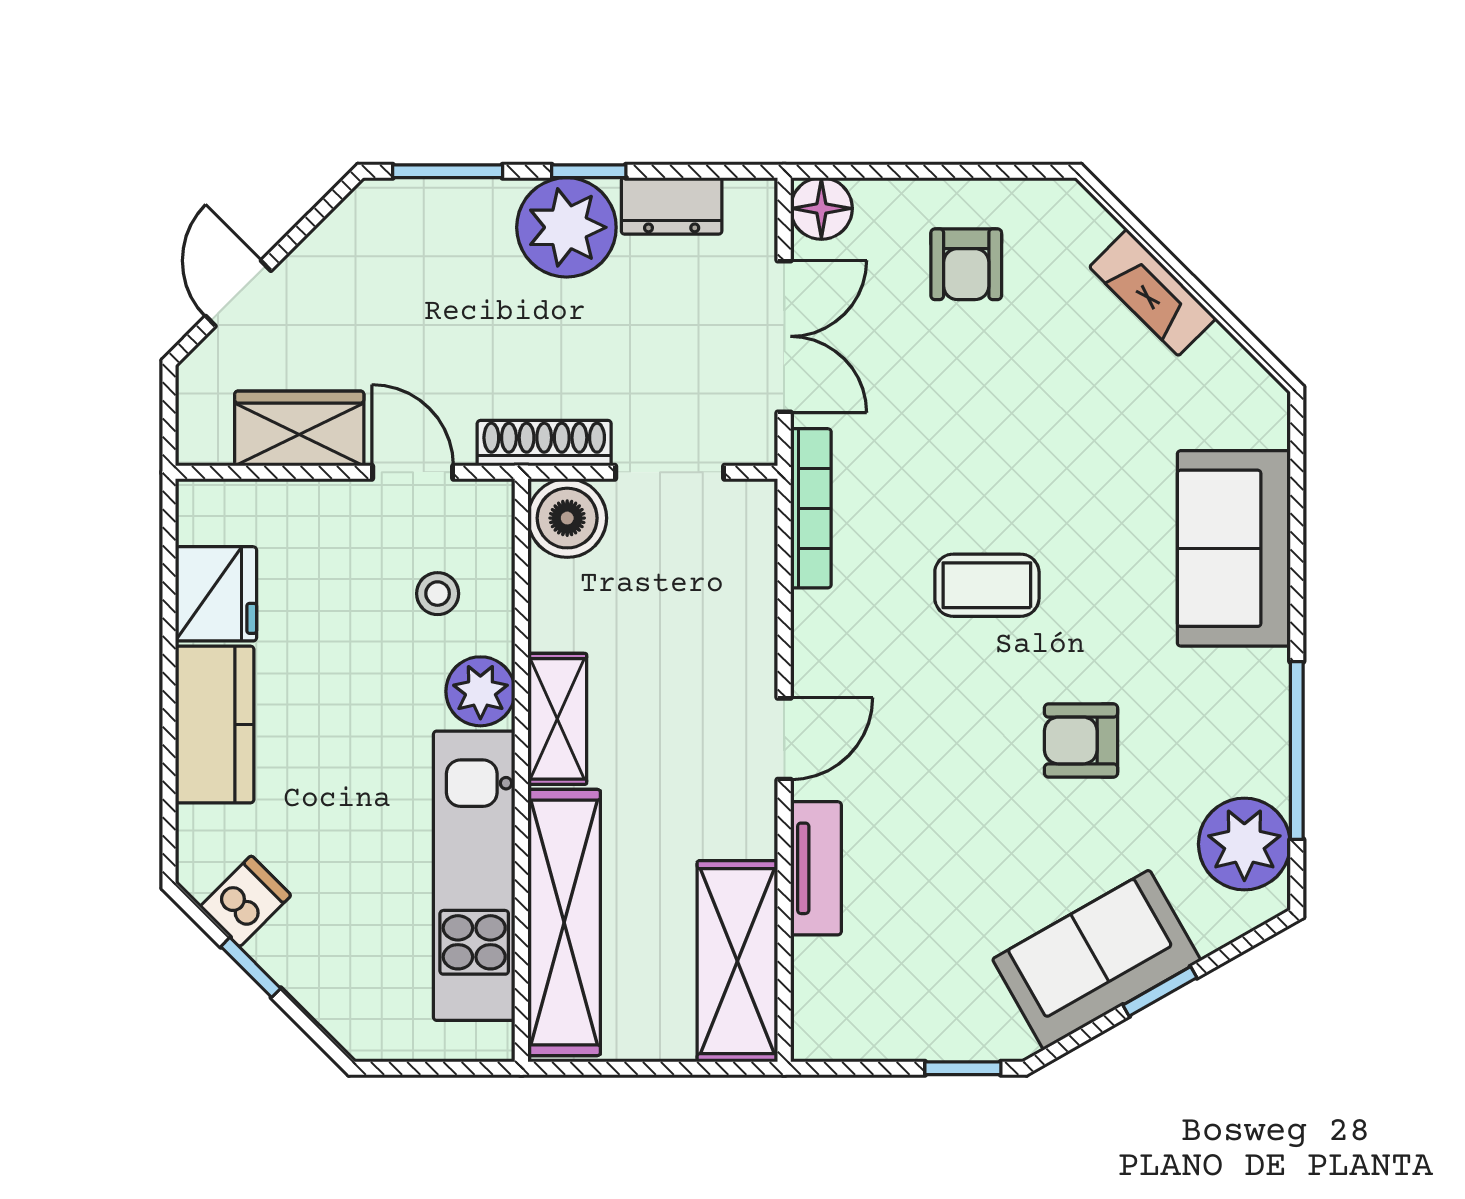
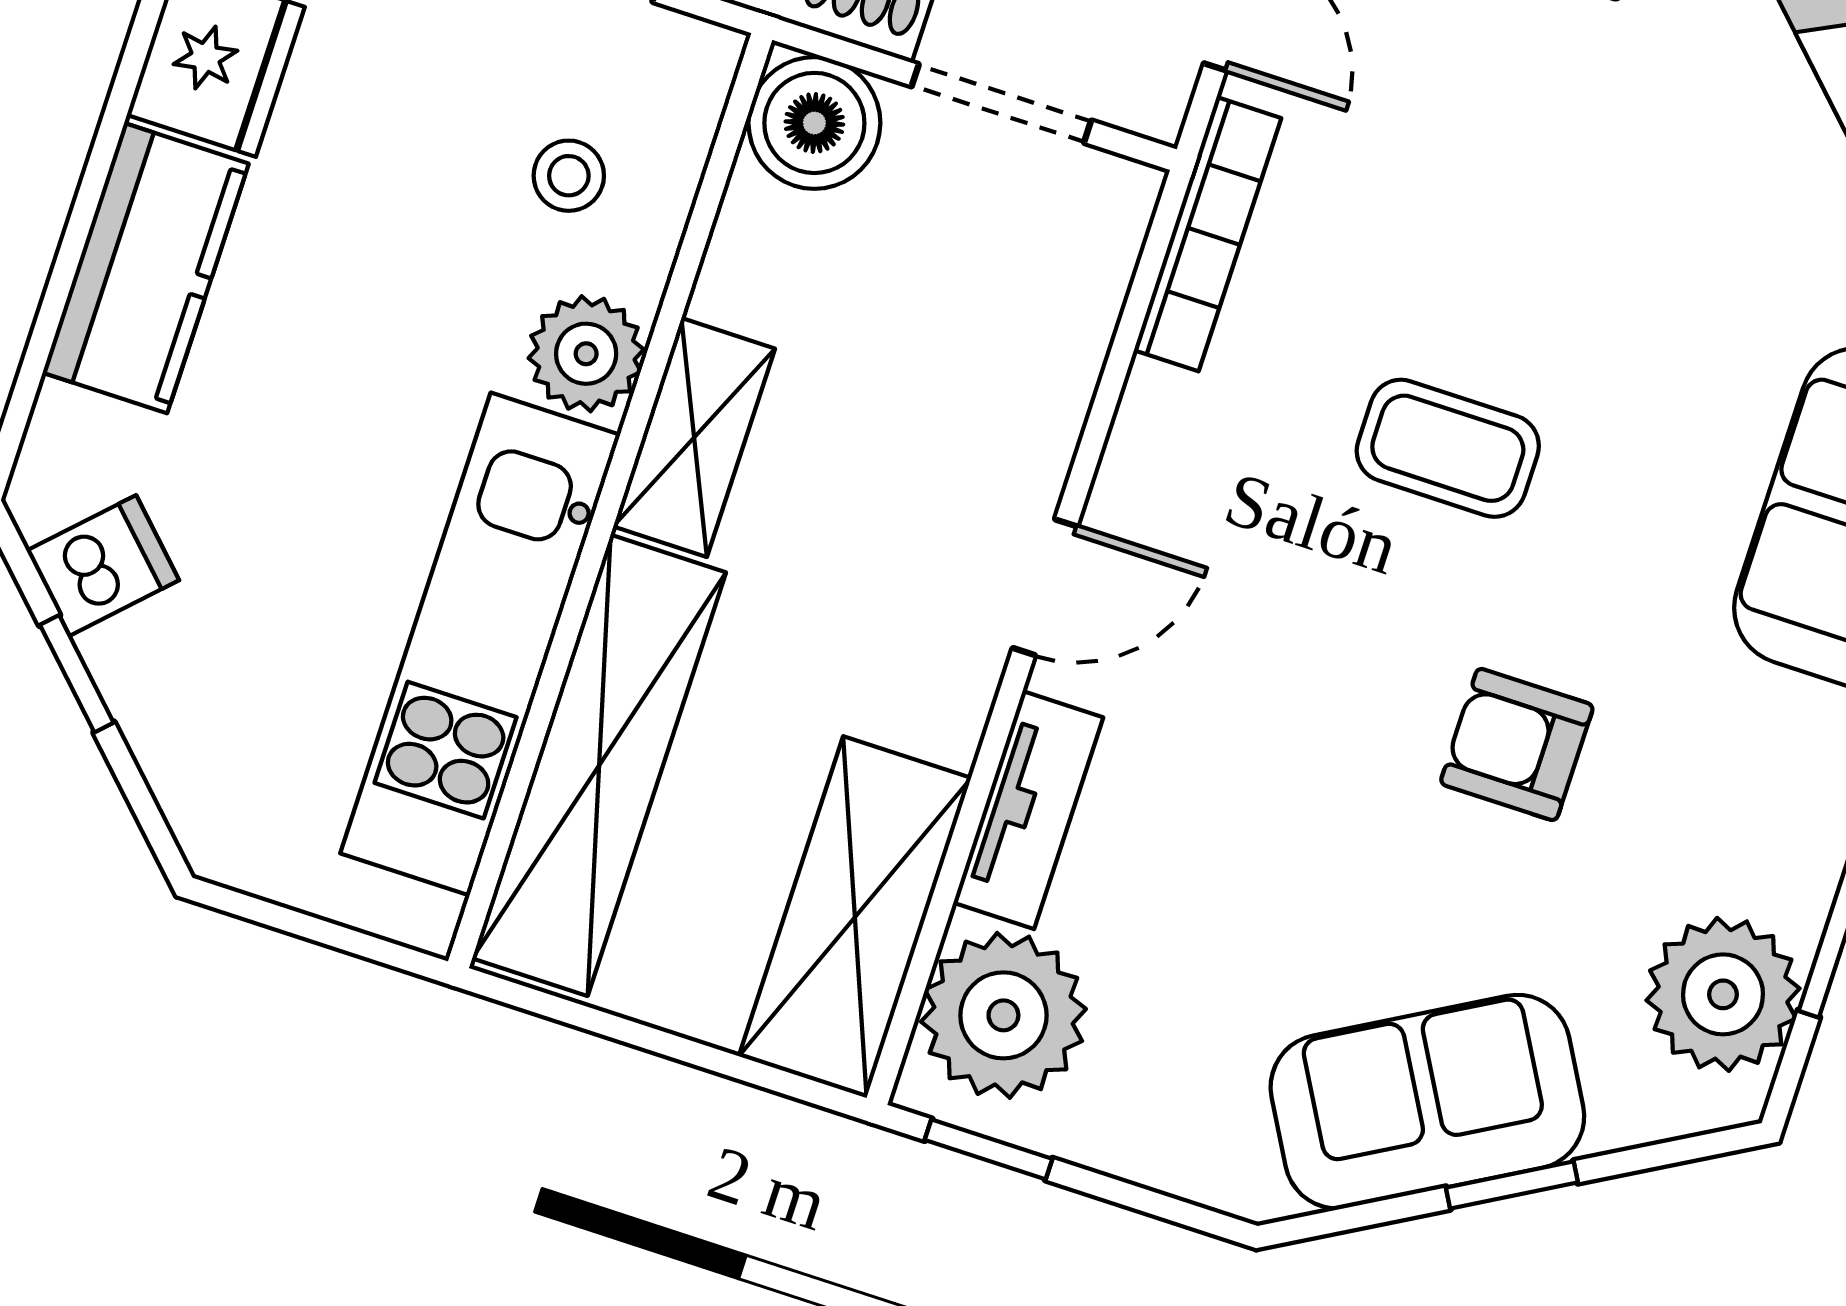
plant: (840, 989) -> (1003, 1015), added
window: (963, 1068) -> (989, 1149), moved

